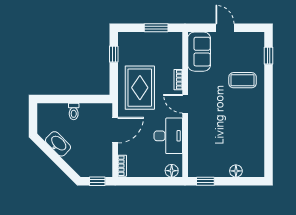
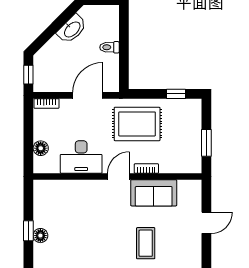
sofa: (199, 52) -> (154, 193), moved
door: (115, 130) -> (88, 95), swing flipped
floor lamp: (172, 171) -> (41, 148), moved
window: (205, 181) -> (28, 231), moved

